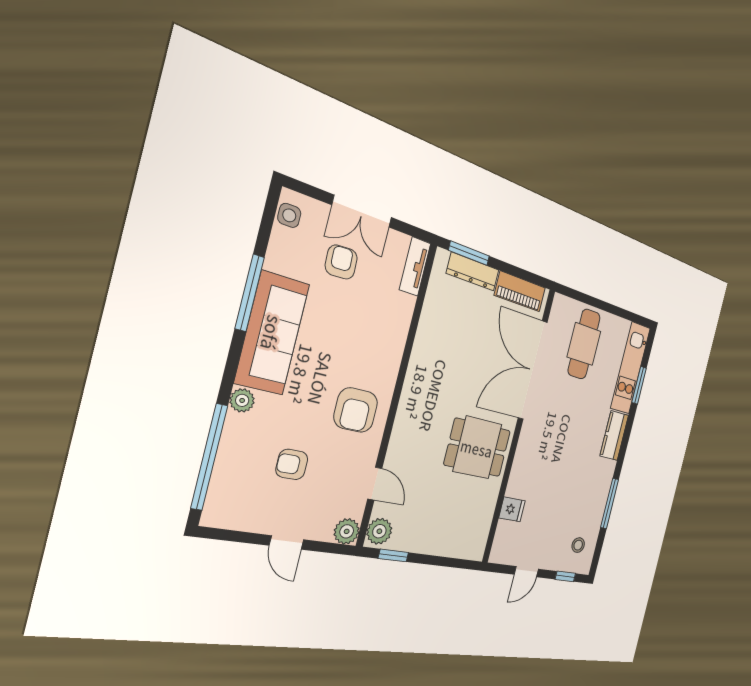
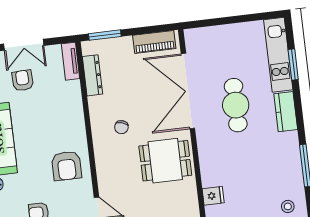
dresser: (473, 272) -> (92, 75), moved, turned -90
cafe table: (584, 344) -> (236, 105), moved
chair: (444, 384) -> (121, 127), added

